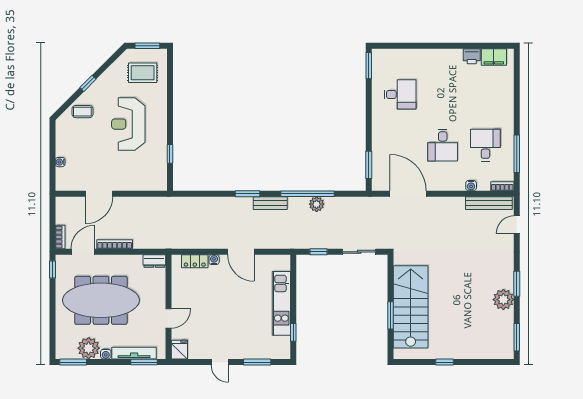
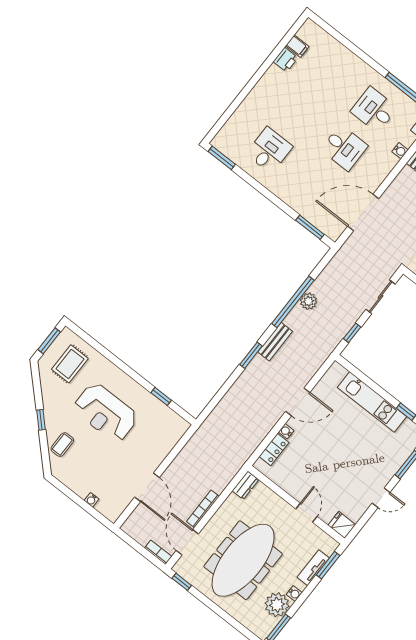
filing cabinet: (494, 57) -> (297, 46), width x0.50
tv unit: (134, 353) -> (313, 568), width x0.71

